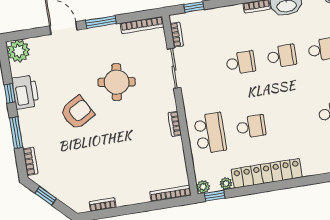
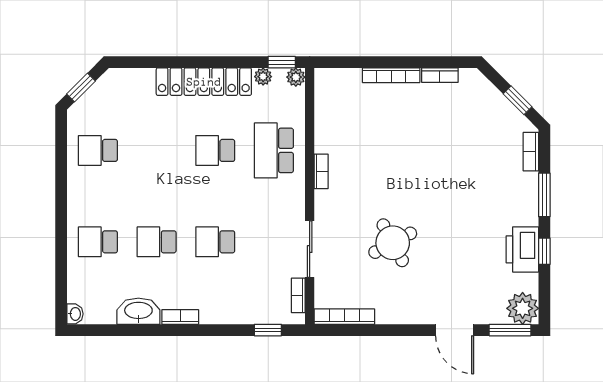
window: (101, 22) -> (510, 330), moved
round table: (117, 82) -> (393, 243), turned -36
armchair: (77, 113) -> (455, 209), removed
bookcase: (170, 193) -> (391, 75), moved

